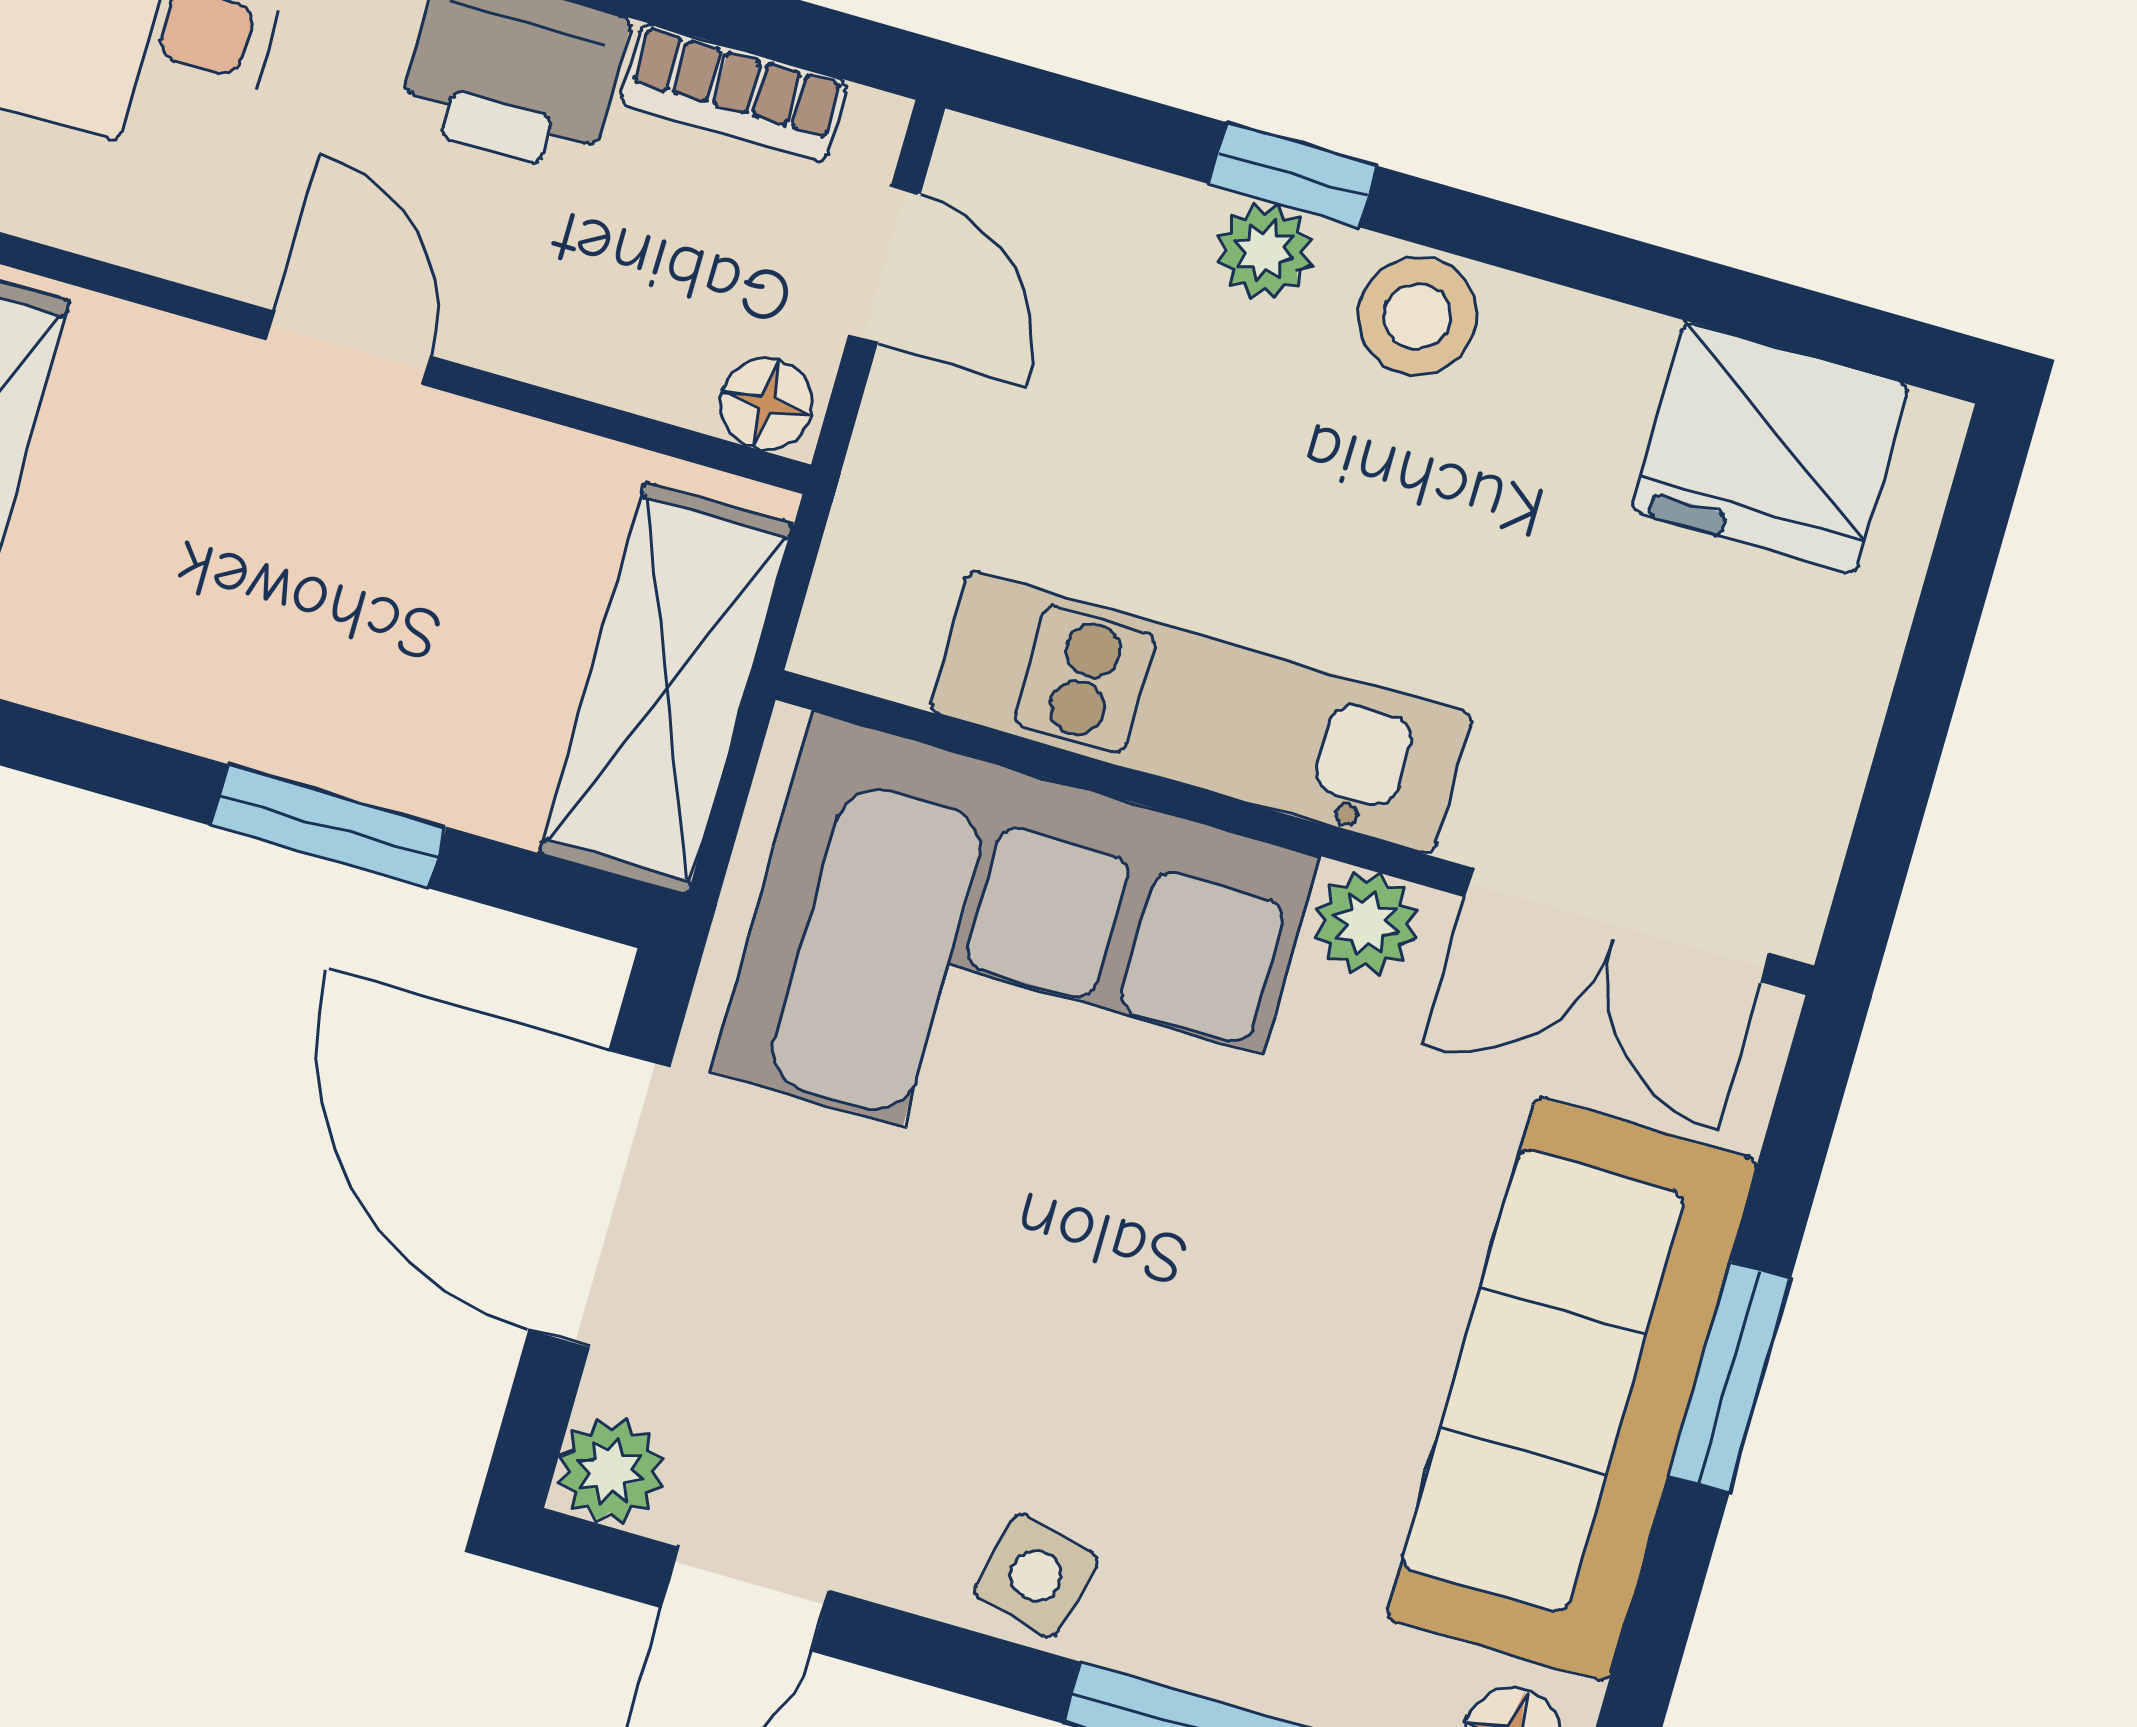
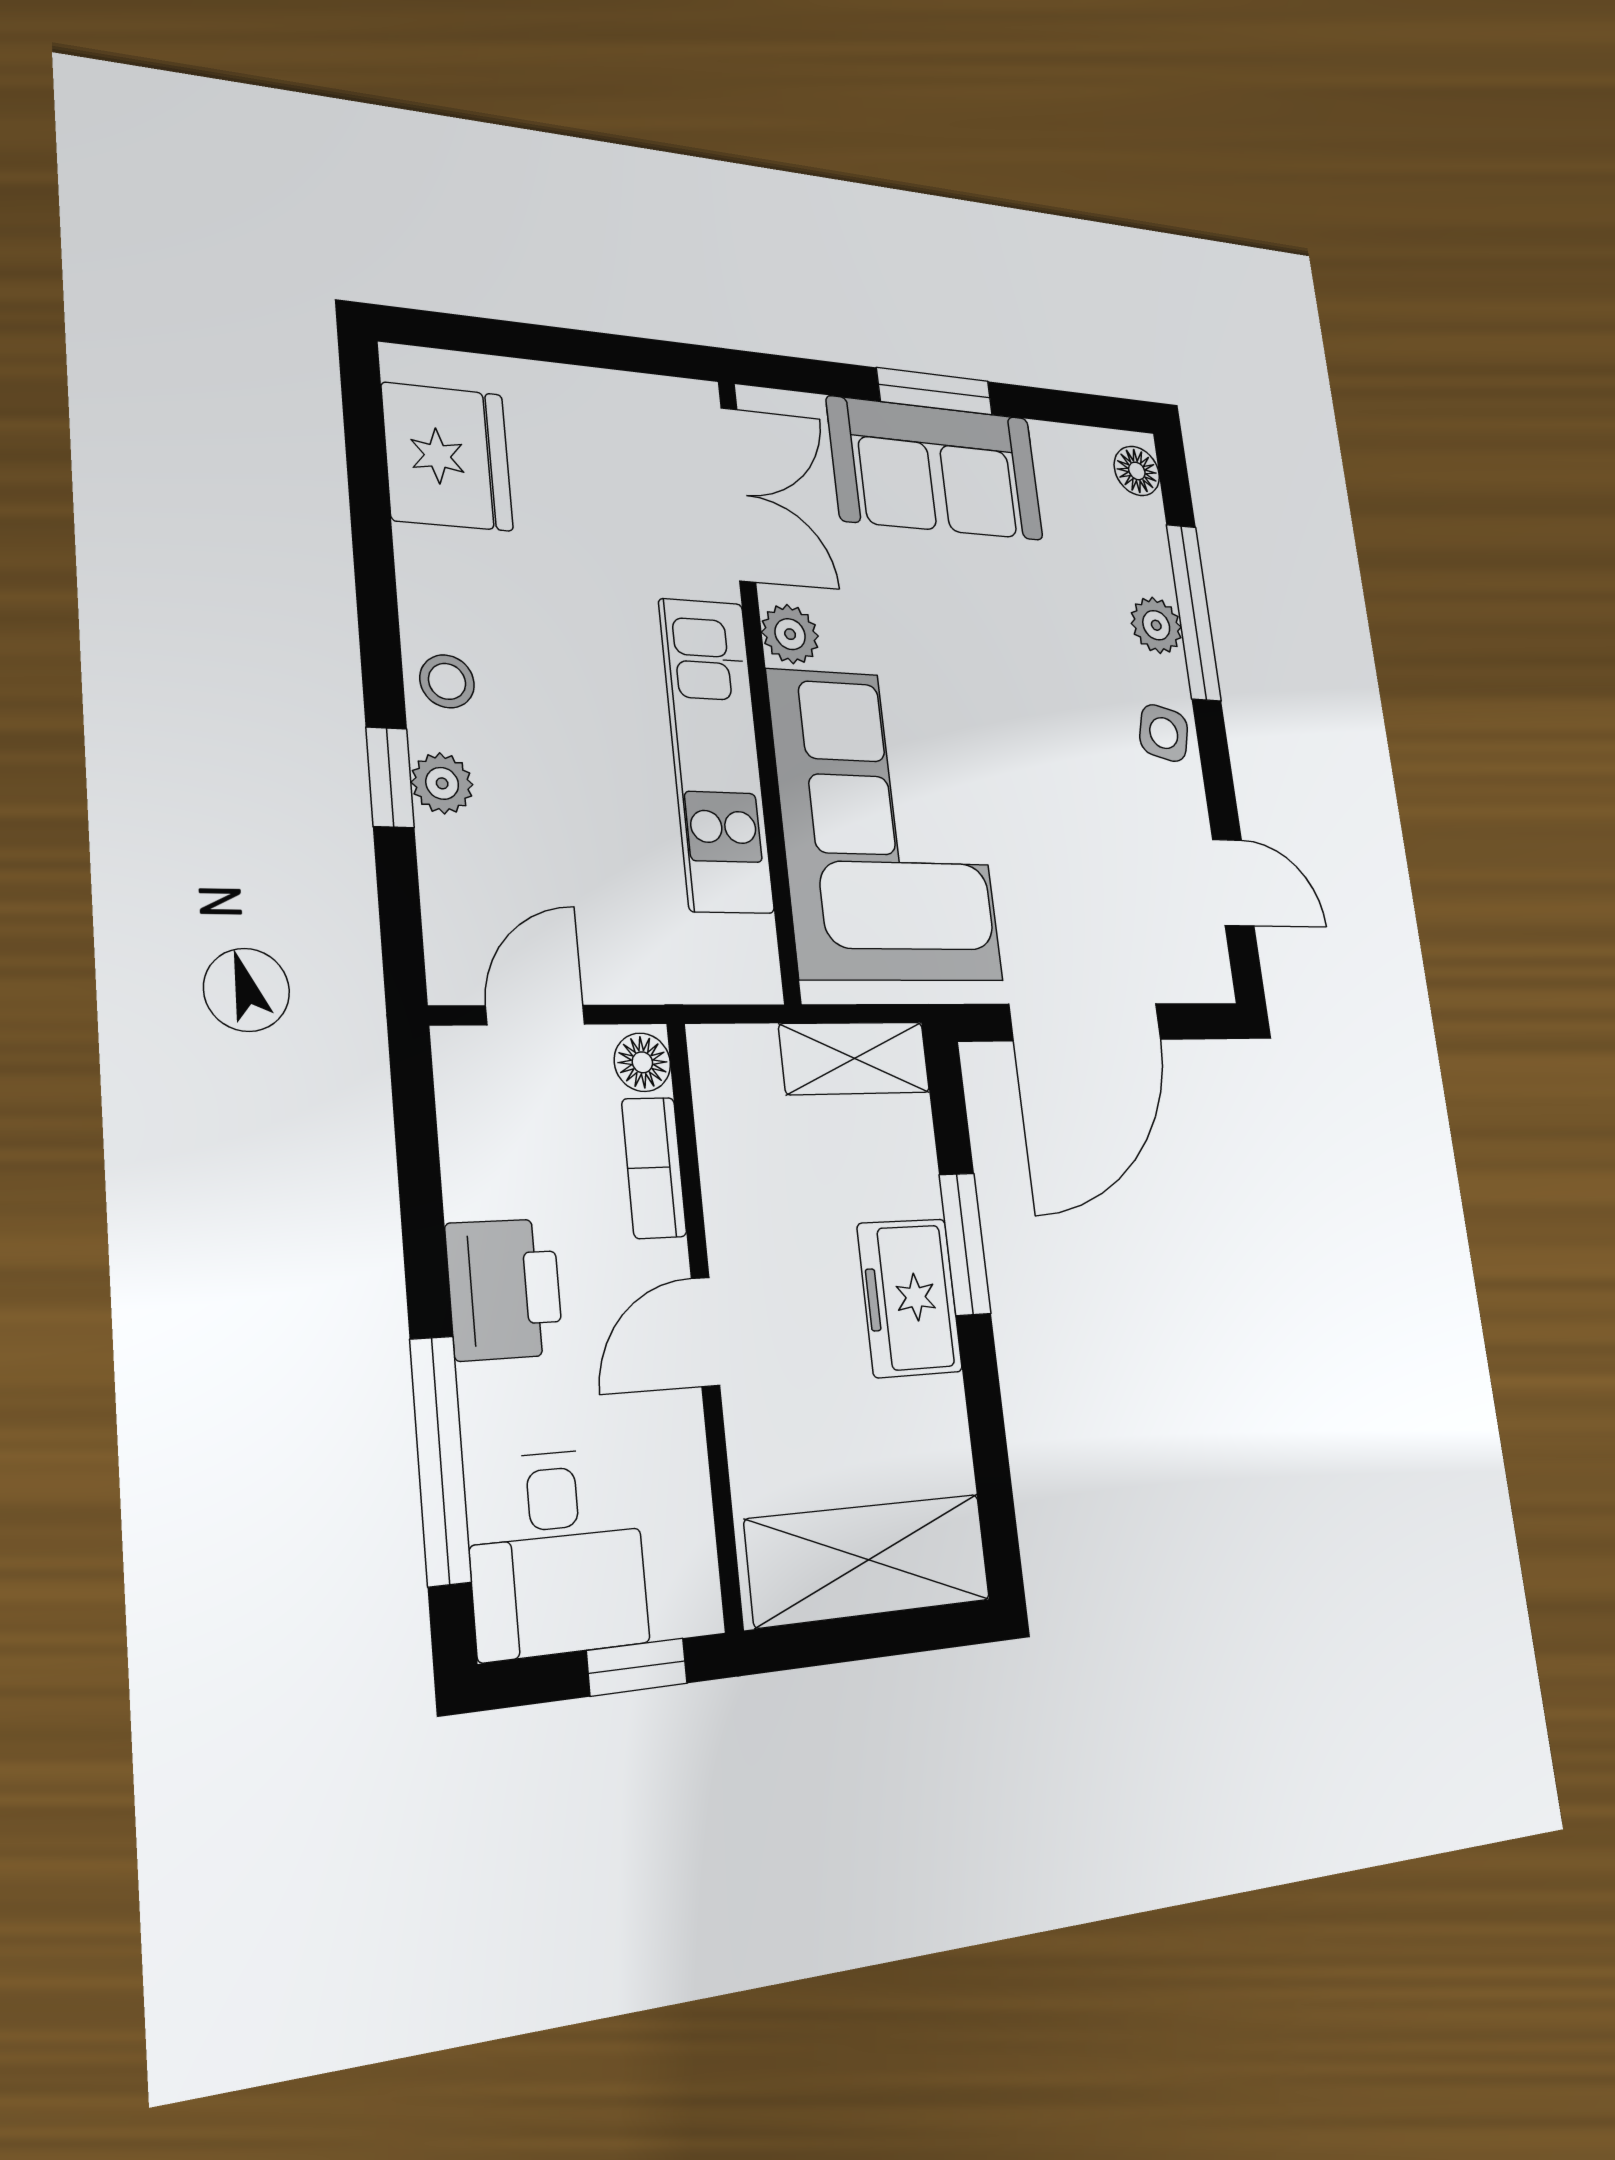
bookcase: (734, 93) -> (654, 1168), moved, turned 180
stool: (1417, 316) -> (447, 681), width x0.73, depth x0.73
shelving: (666, 689) -> (855, 1058), width x0.67, depth x0.75
freezer: (282, 697) -> (910, 1298), added
sofa: (1572, 1389) -> (936, 469), width x0.73
plant: (610, 1471) -> (1156, 625), moved

